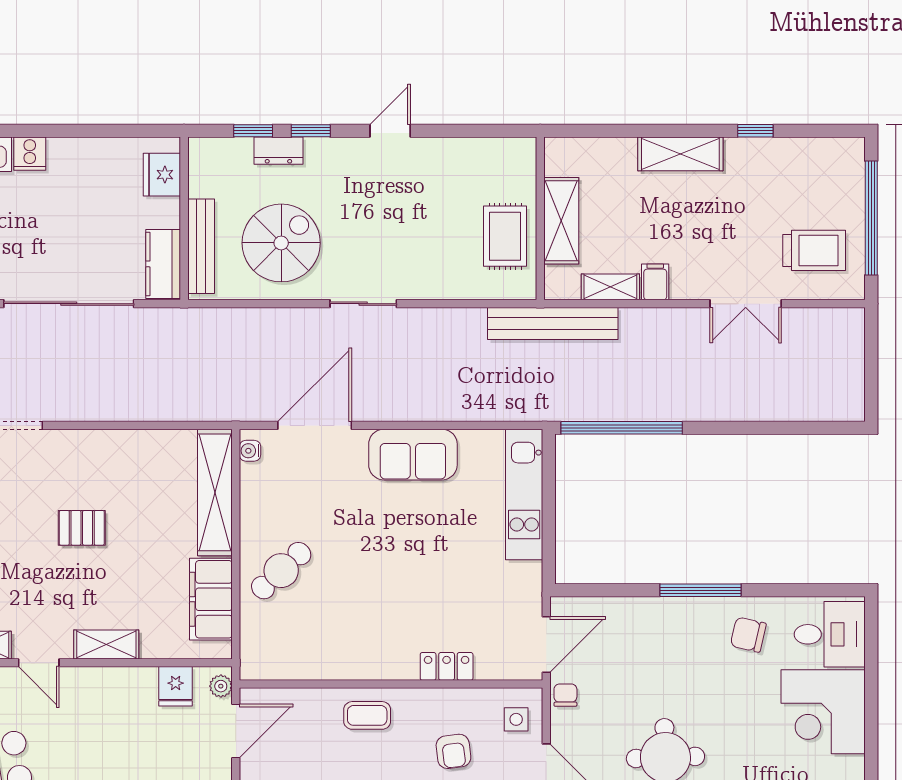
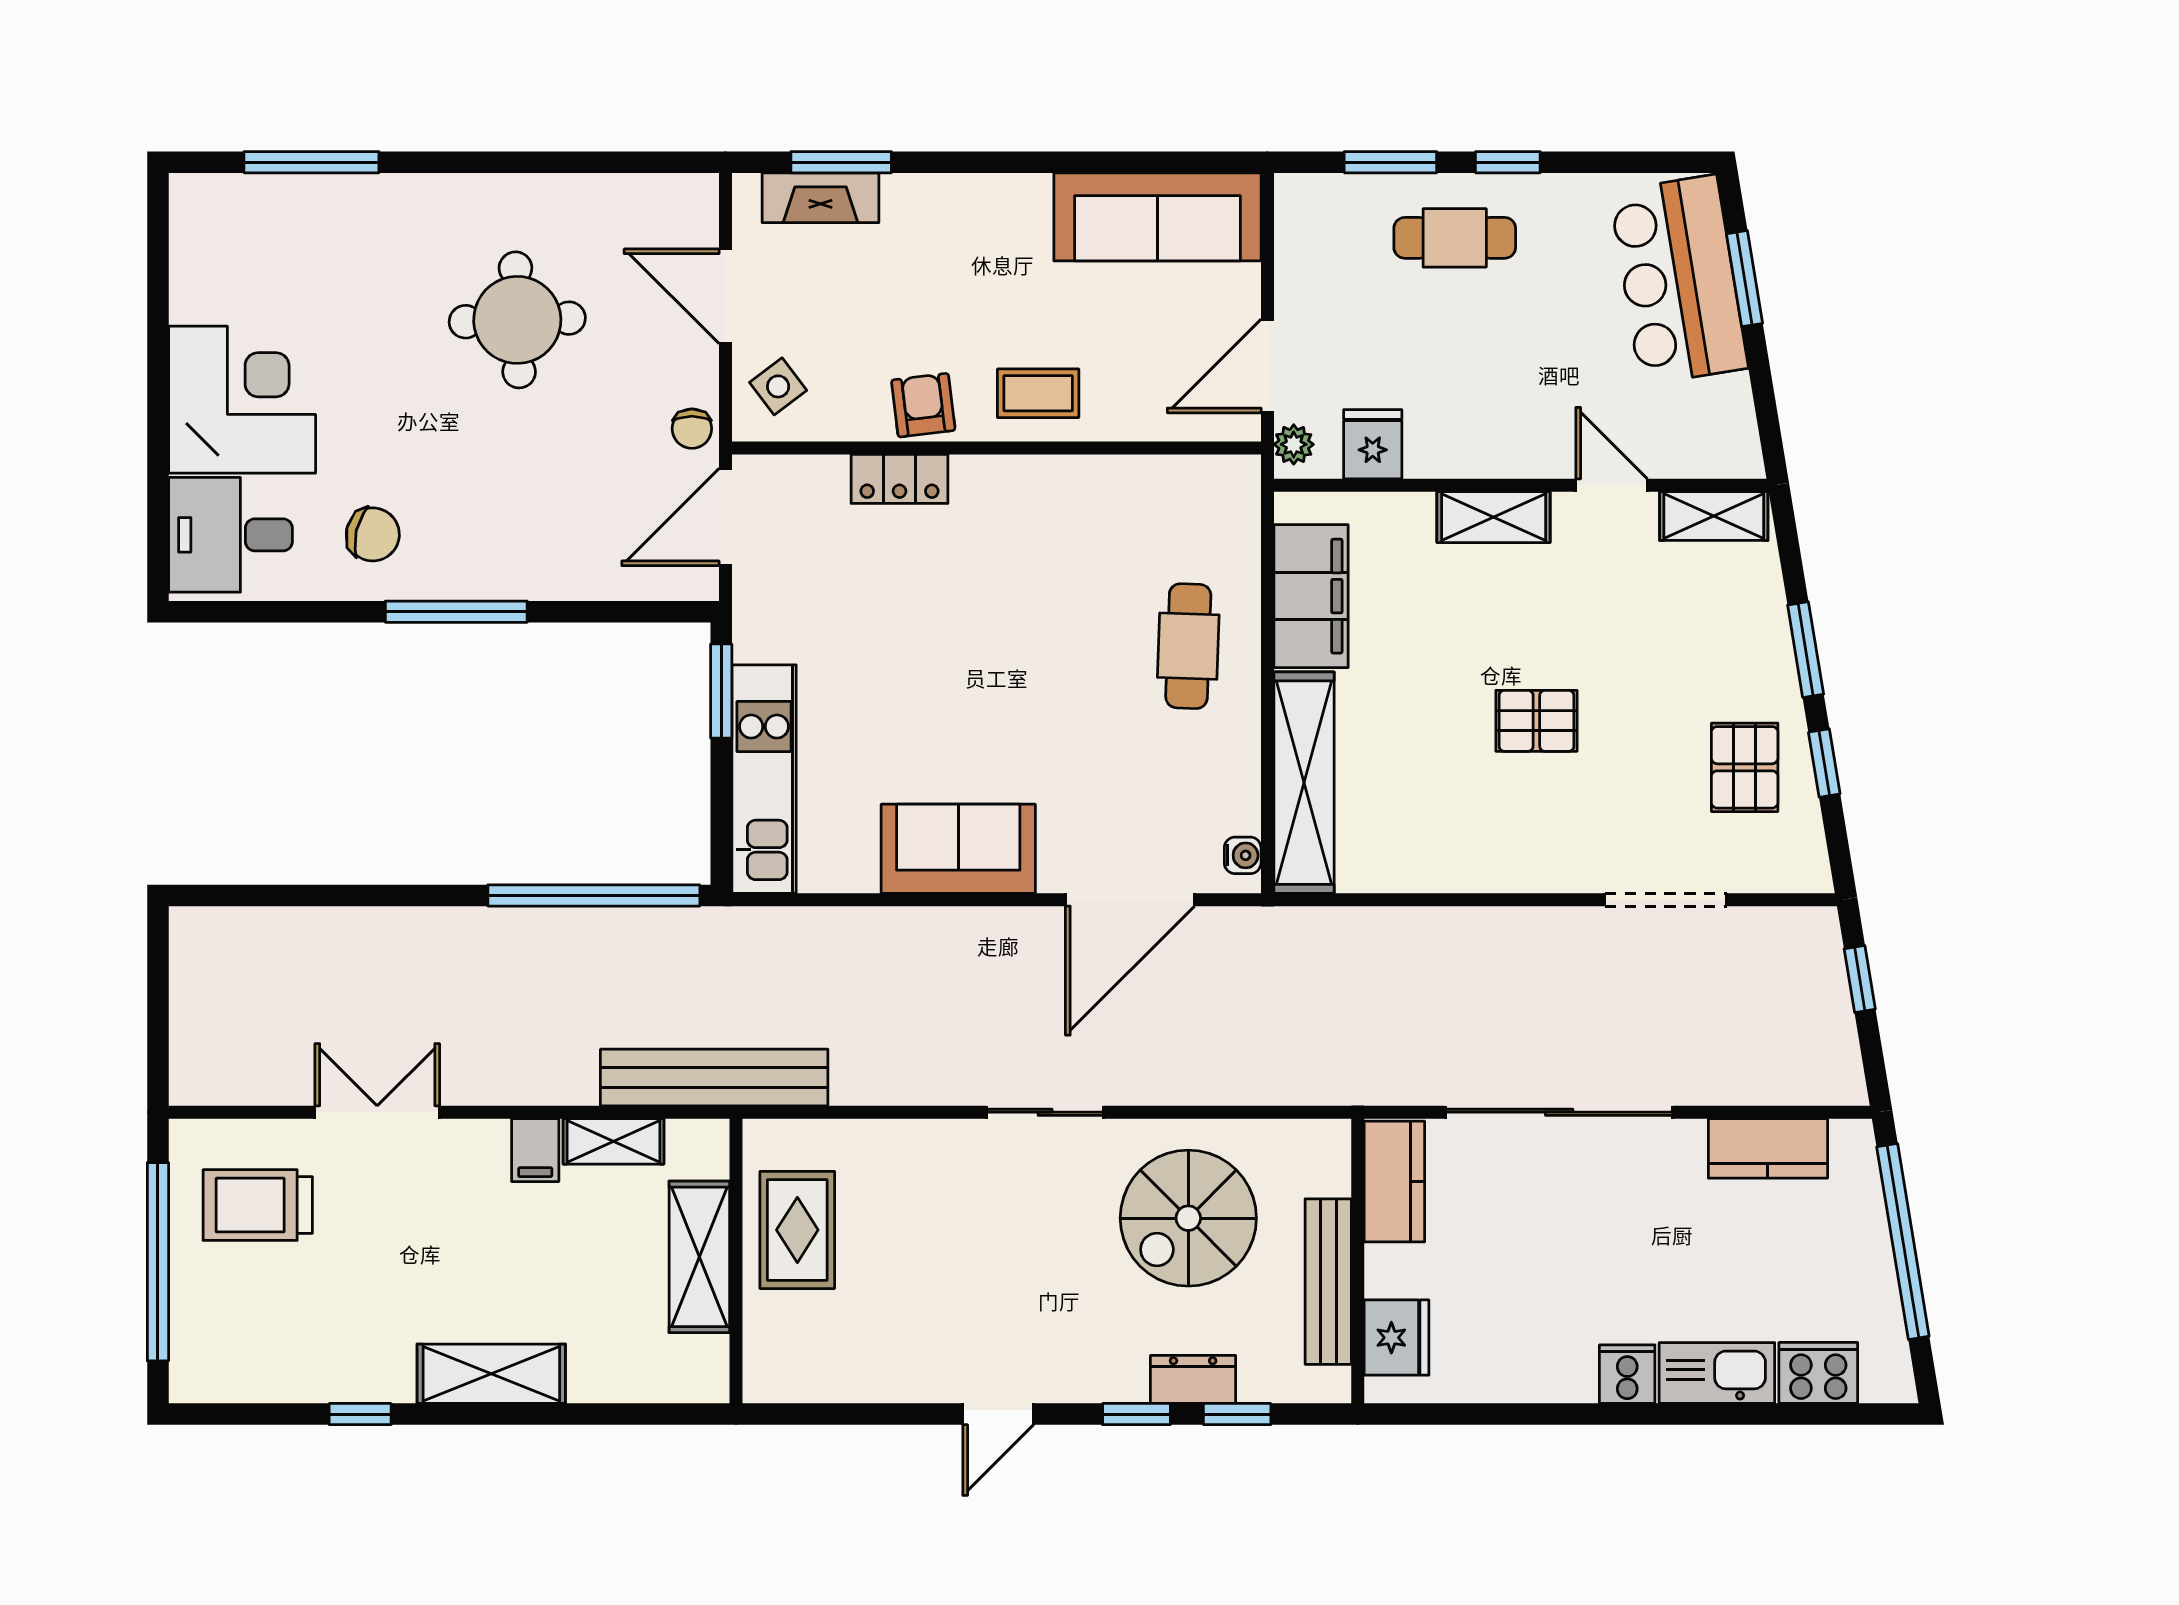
bench: (201, 246) -> (1328, 1282), moved
window: (549, 545) -> (721, 691), added
cafe table: (281, 571) -> (1188, 646), turned -45
side table: (516, 719) -> (778, 386), turned -37
armchair: (453, 751) -> (923, 405), moved

